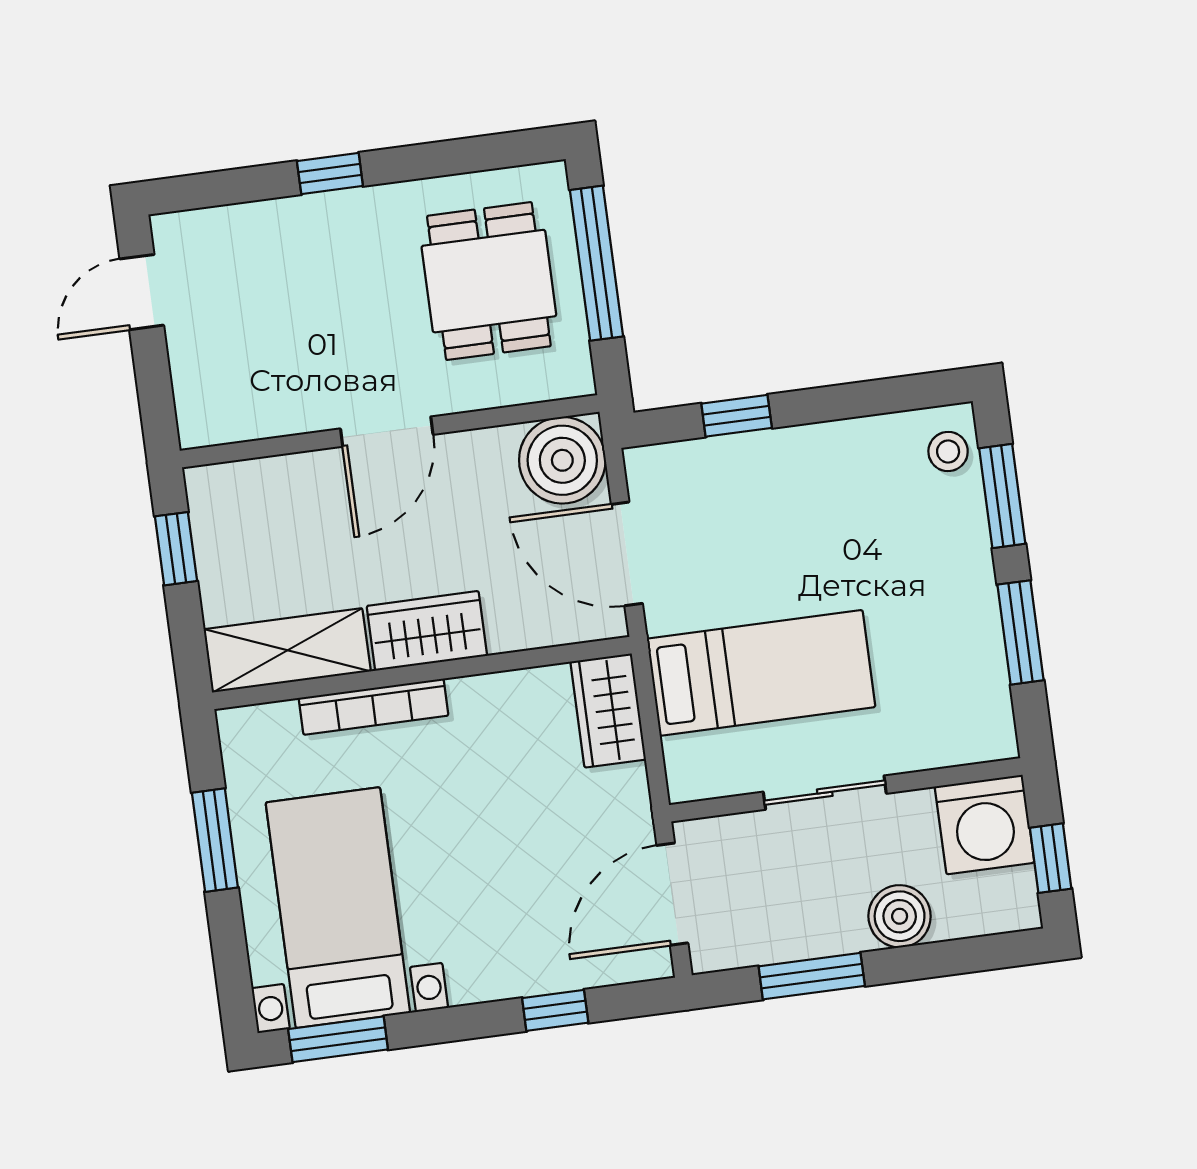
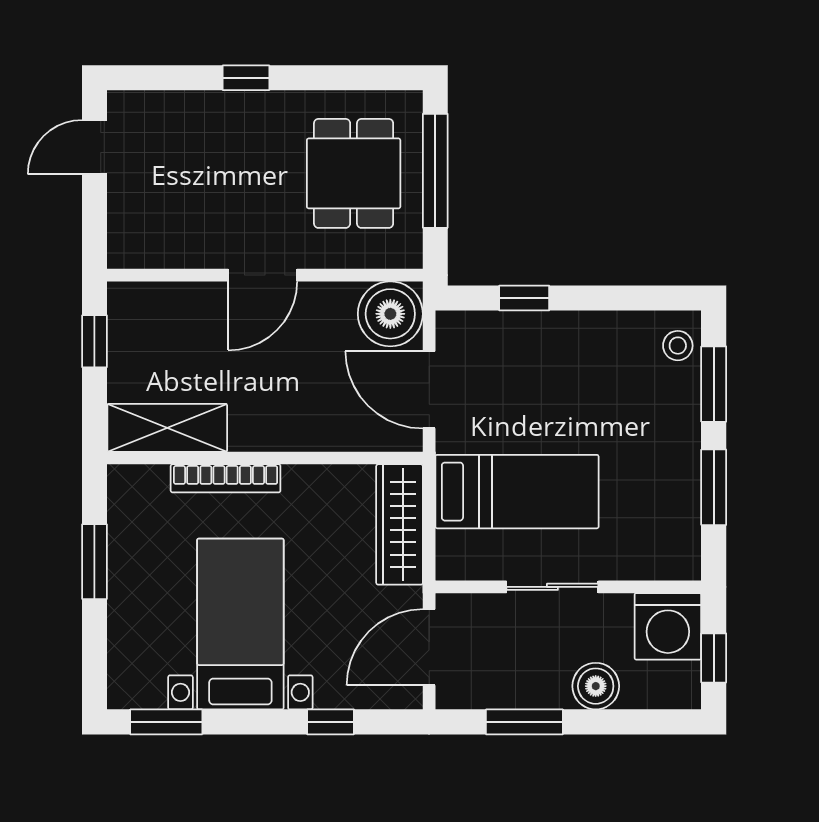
wardrobe: (427, 631) -> (273, 427), removed
wardrobe: (608, 711) -> (400, 524), width x1.50
bed with nightstands: (338, 908) -> (240, 624), moved

